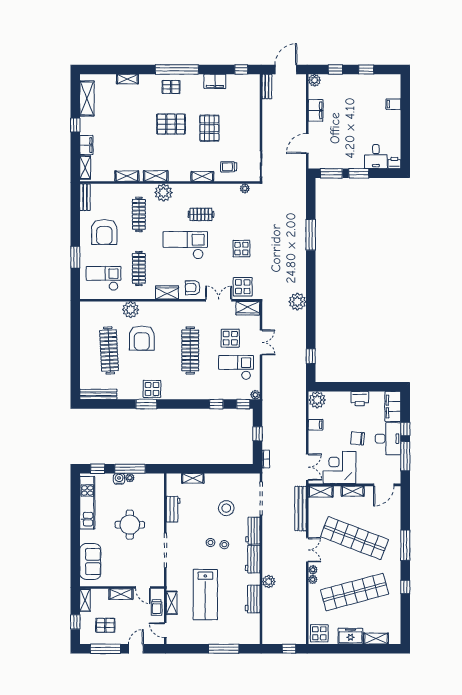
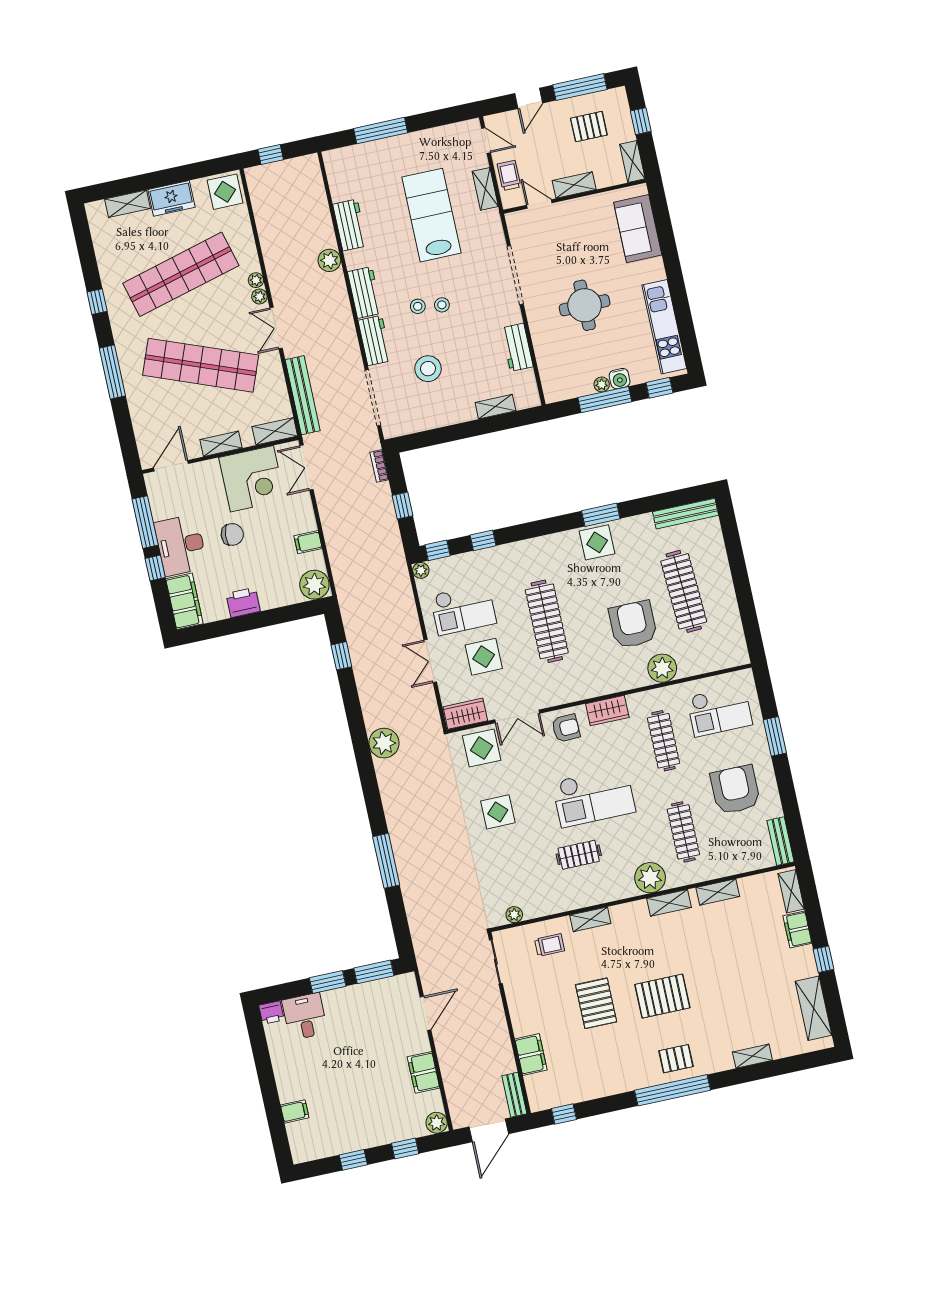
filing cabinet: (215, 81) -> (531, 1055), moved, turned 90

